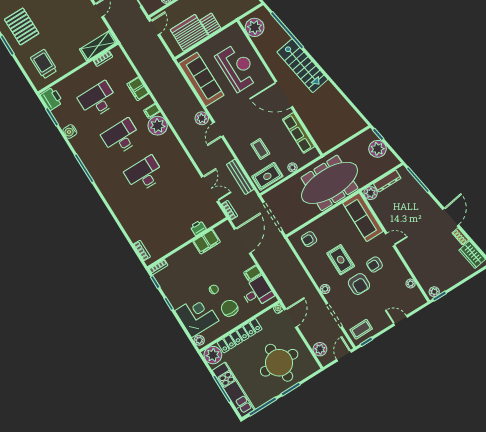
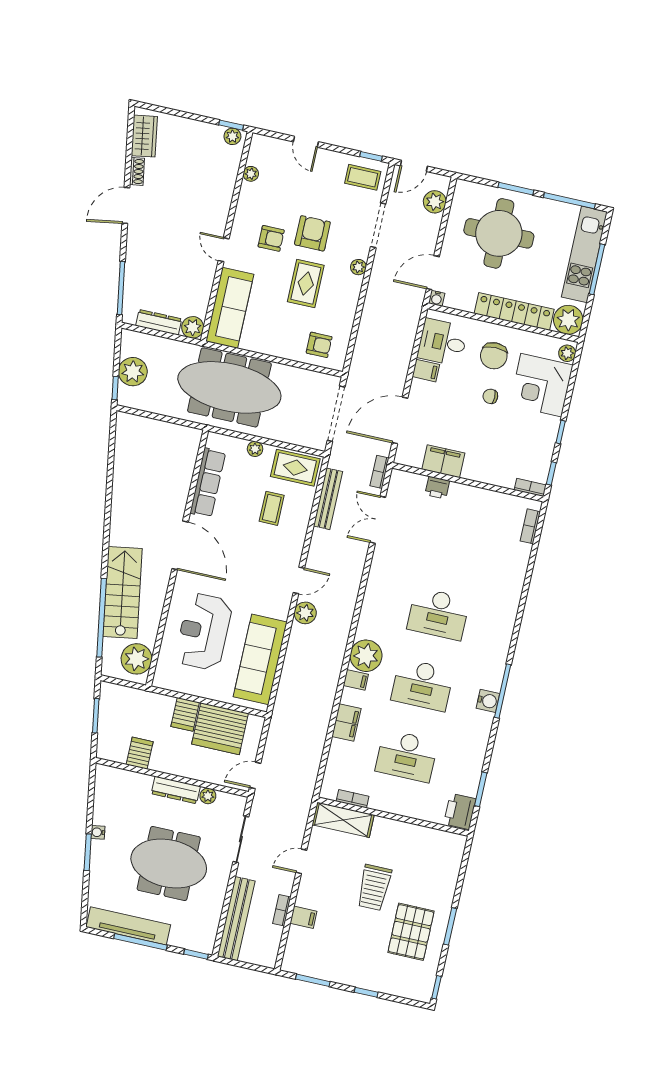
trolley: (44, 64) -> (374, 887), moved
stairs: (302, 66) -> (123, 592), moved
water cooler: (70, 132) -> (488, 701), moved

